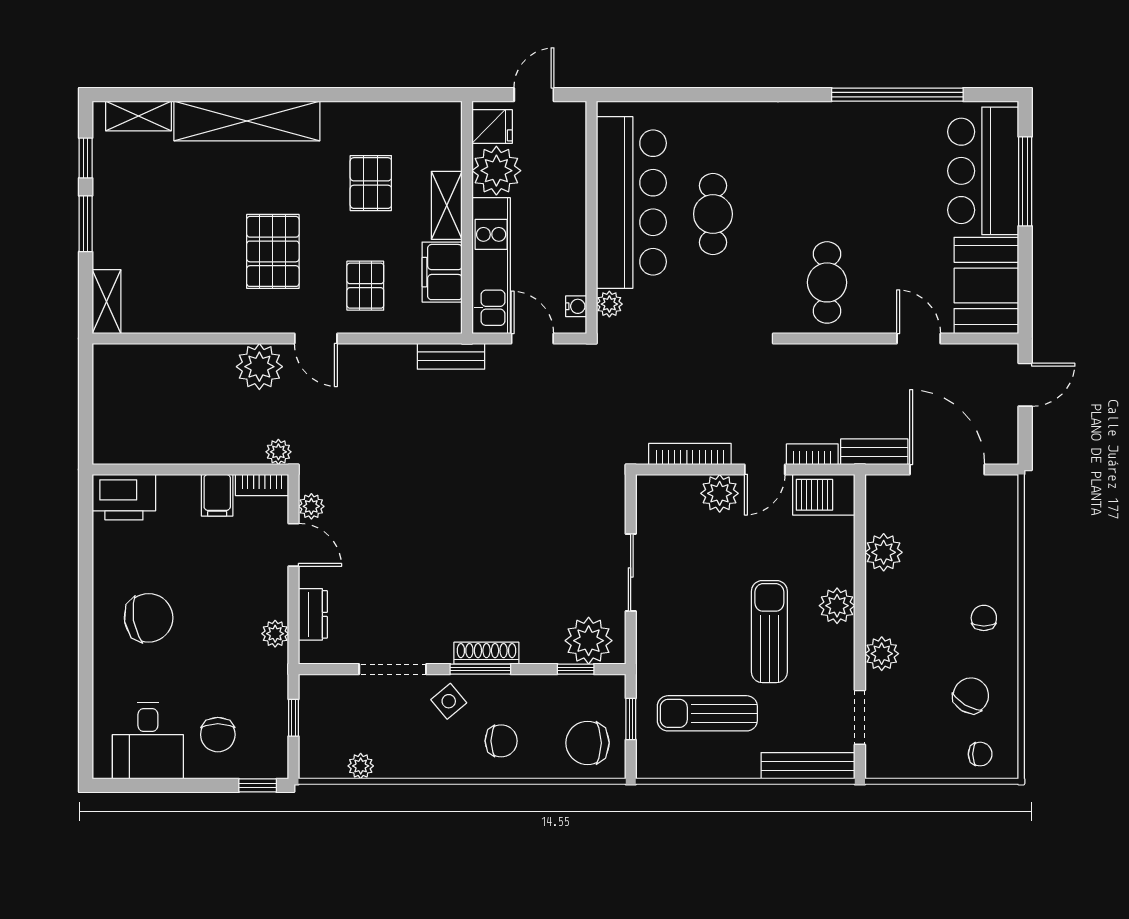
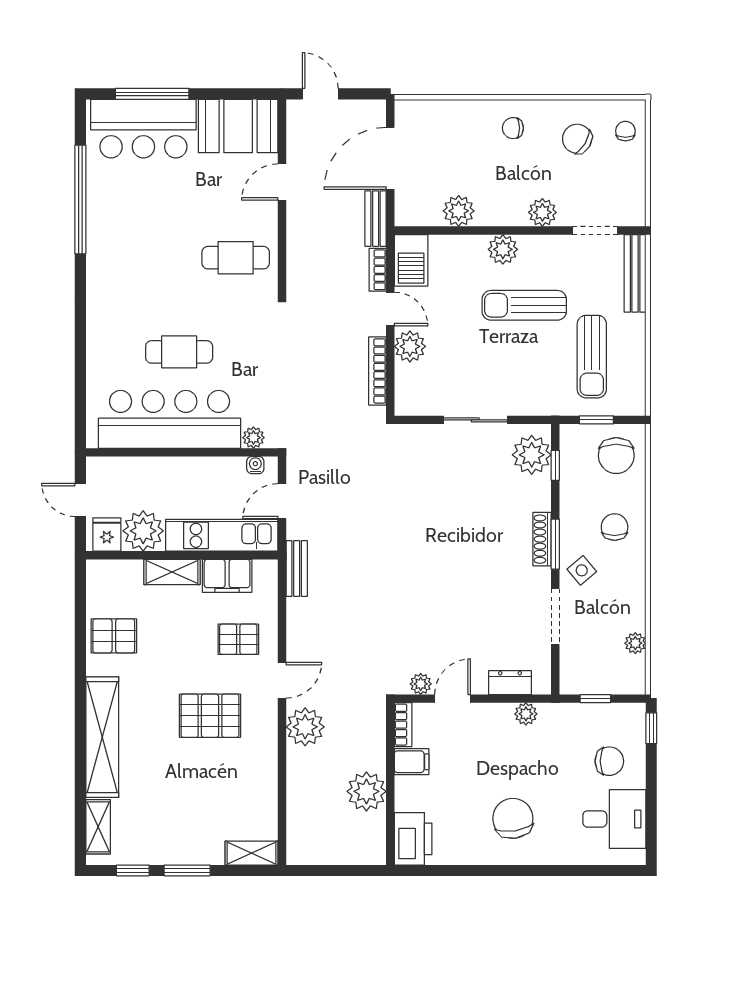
pallet: (371, 183) -> (114, 636), moved
plant: (278, 452) -> (366, 791), moved, width x1.88, depth x1.88

